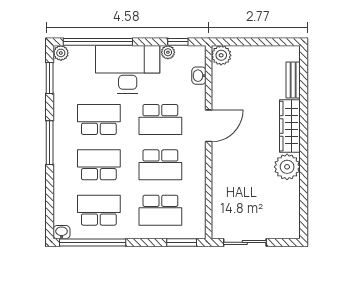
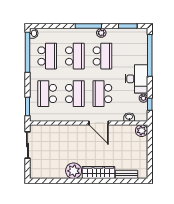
plant: (61, 53) -> (101, 33), moved
desk: (128, 69) -> (136, 79), width x0.73, depth x0.77
school desk: (160, 165) -> (75, 94), turned 180

